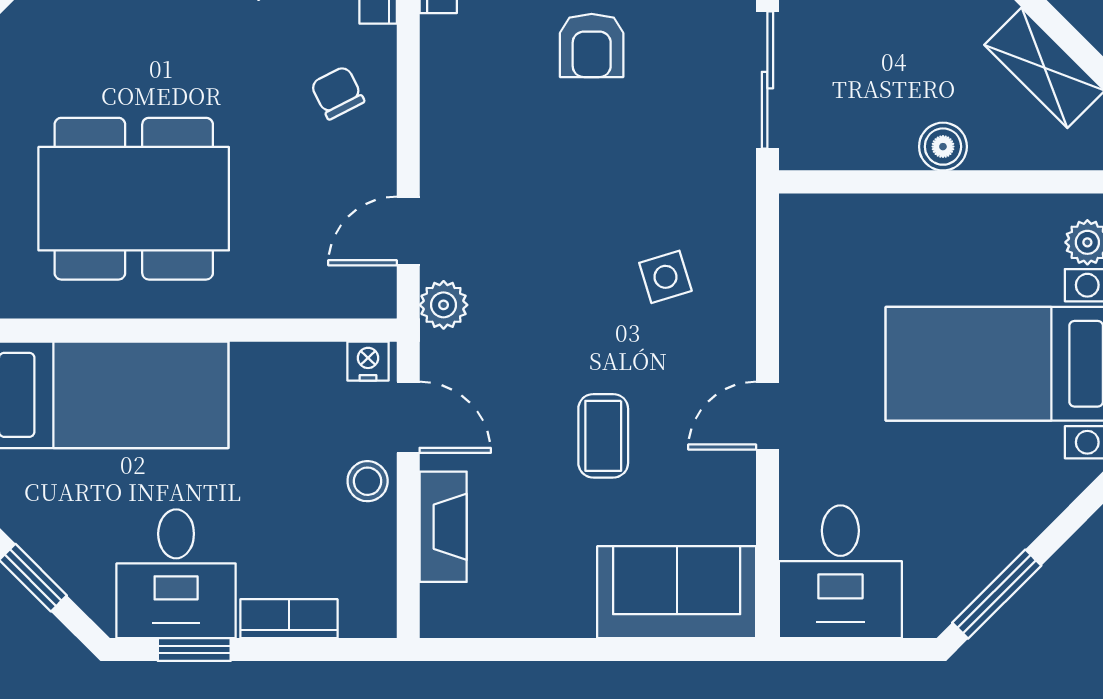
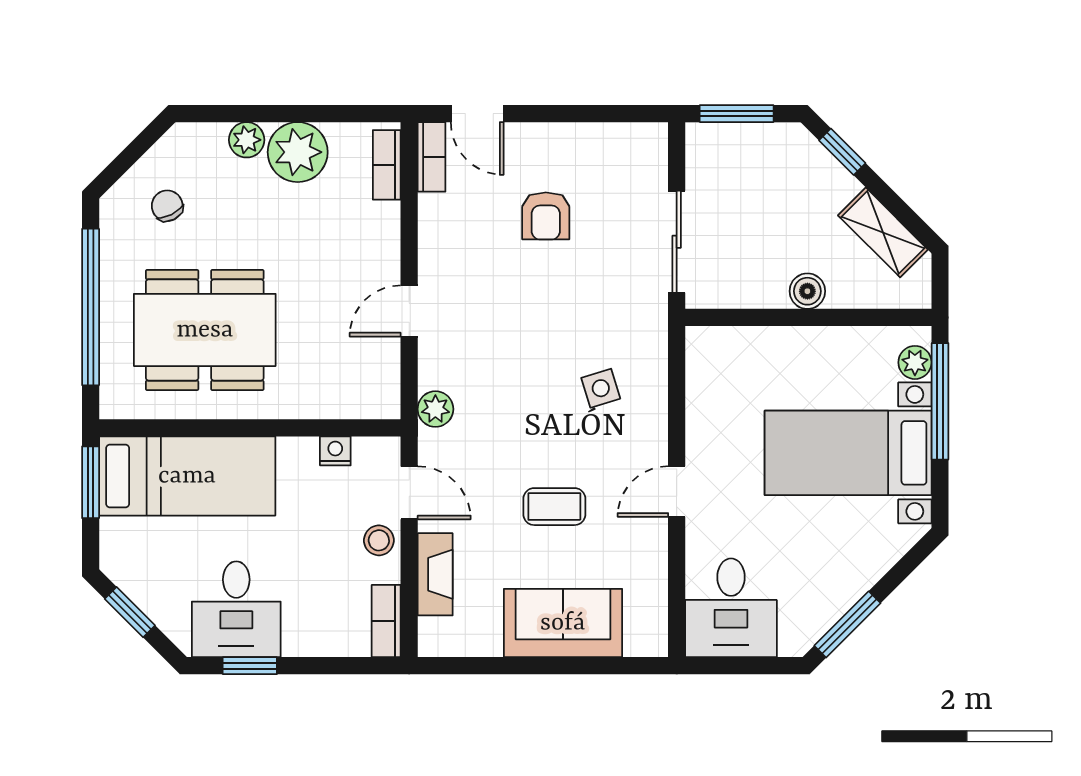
chair: (337, 93) -> (167, 206), moved
door: (408, 231) -> (409, 311), moved
nightstand: (368, 361) -> (335, 451), moved
coffee table: (603, 436) -> (554, 507), turned 90
sofa: (677, 592) -> (563, 623), moved
bookcase: (289, 619) -> (386, 621), moved, turned -90

